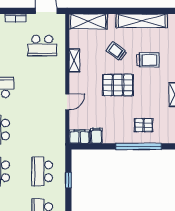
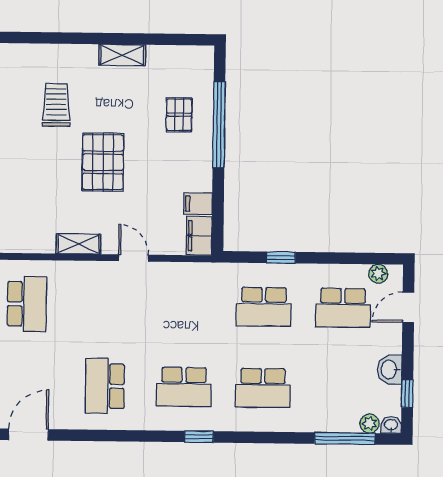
trolley: (117, 51) -> (39, 164), removed
shelving: (74, 60) -> (78, 244), moved

